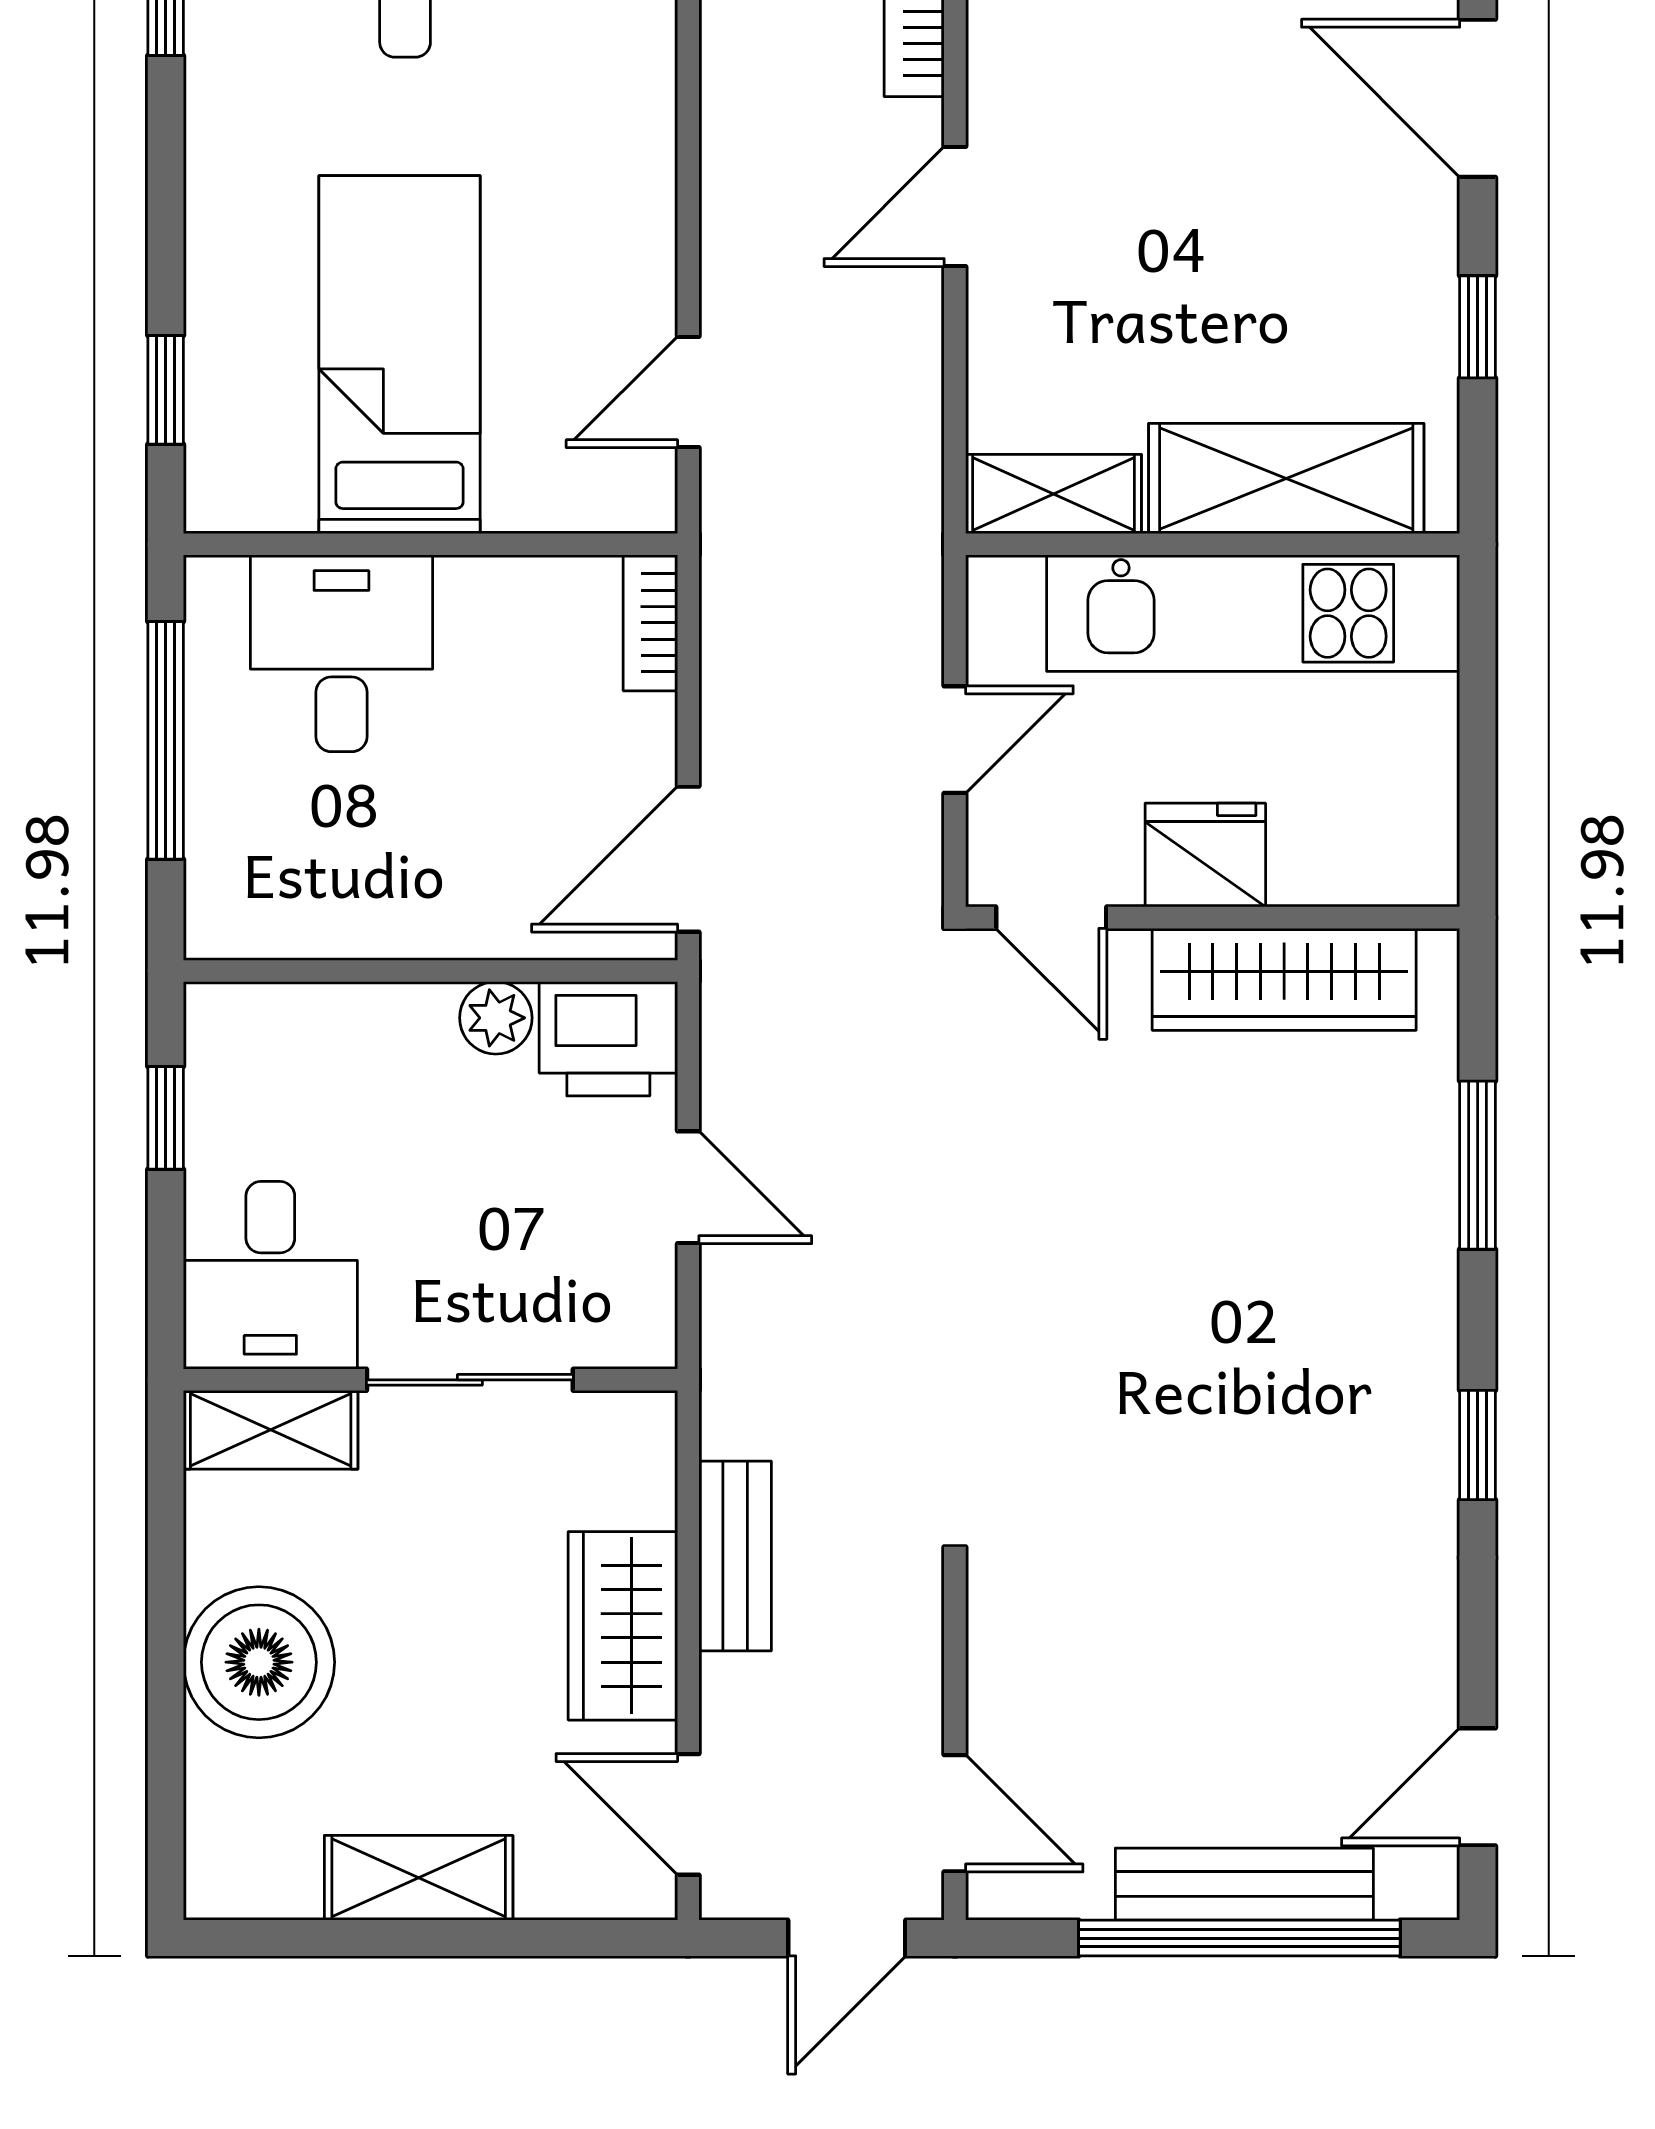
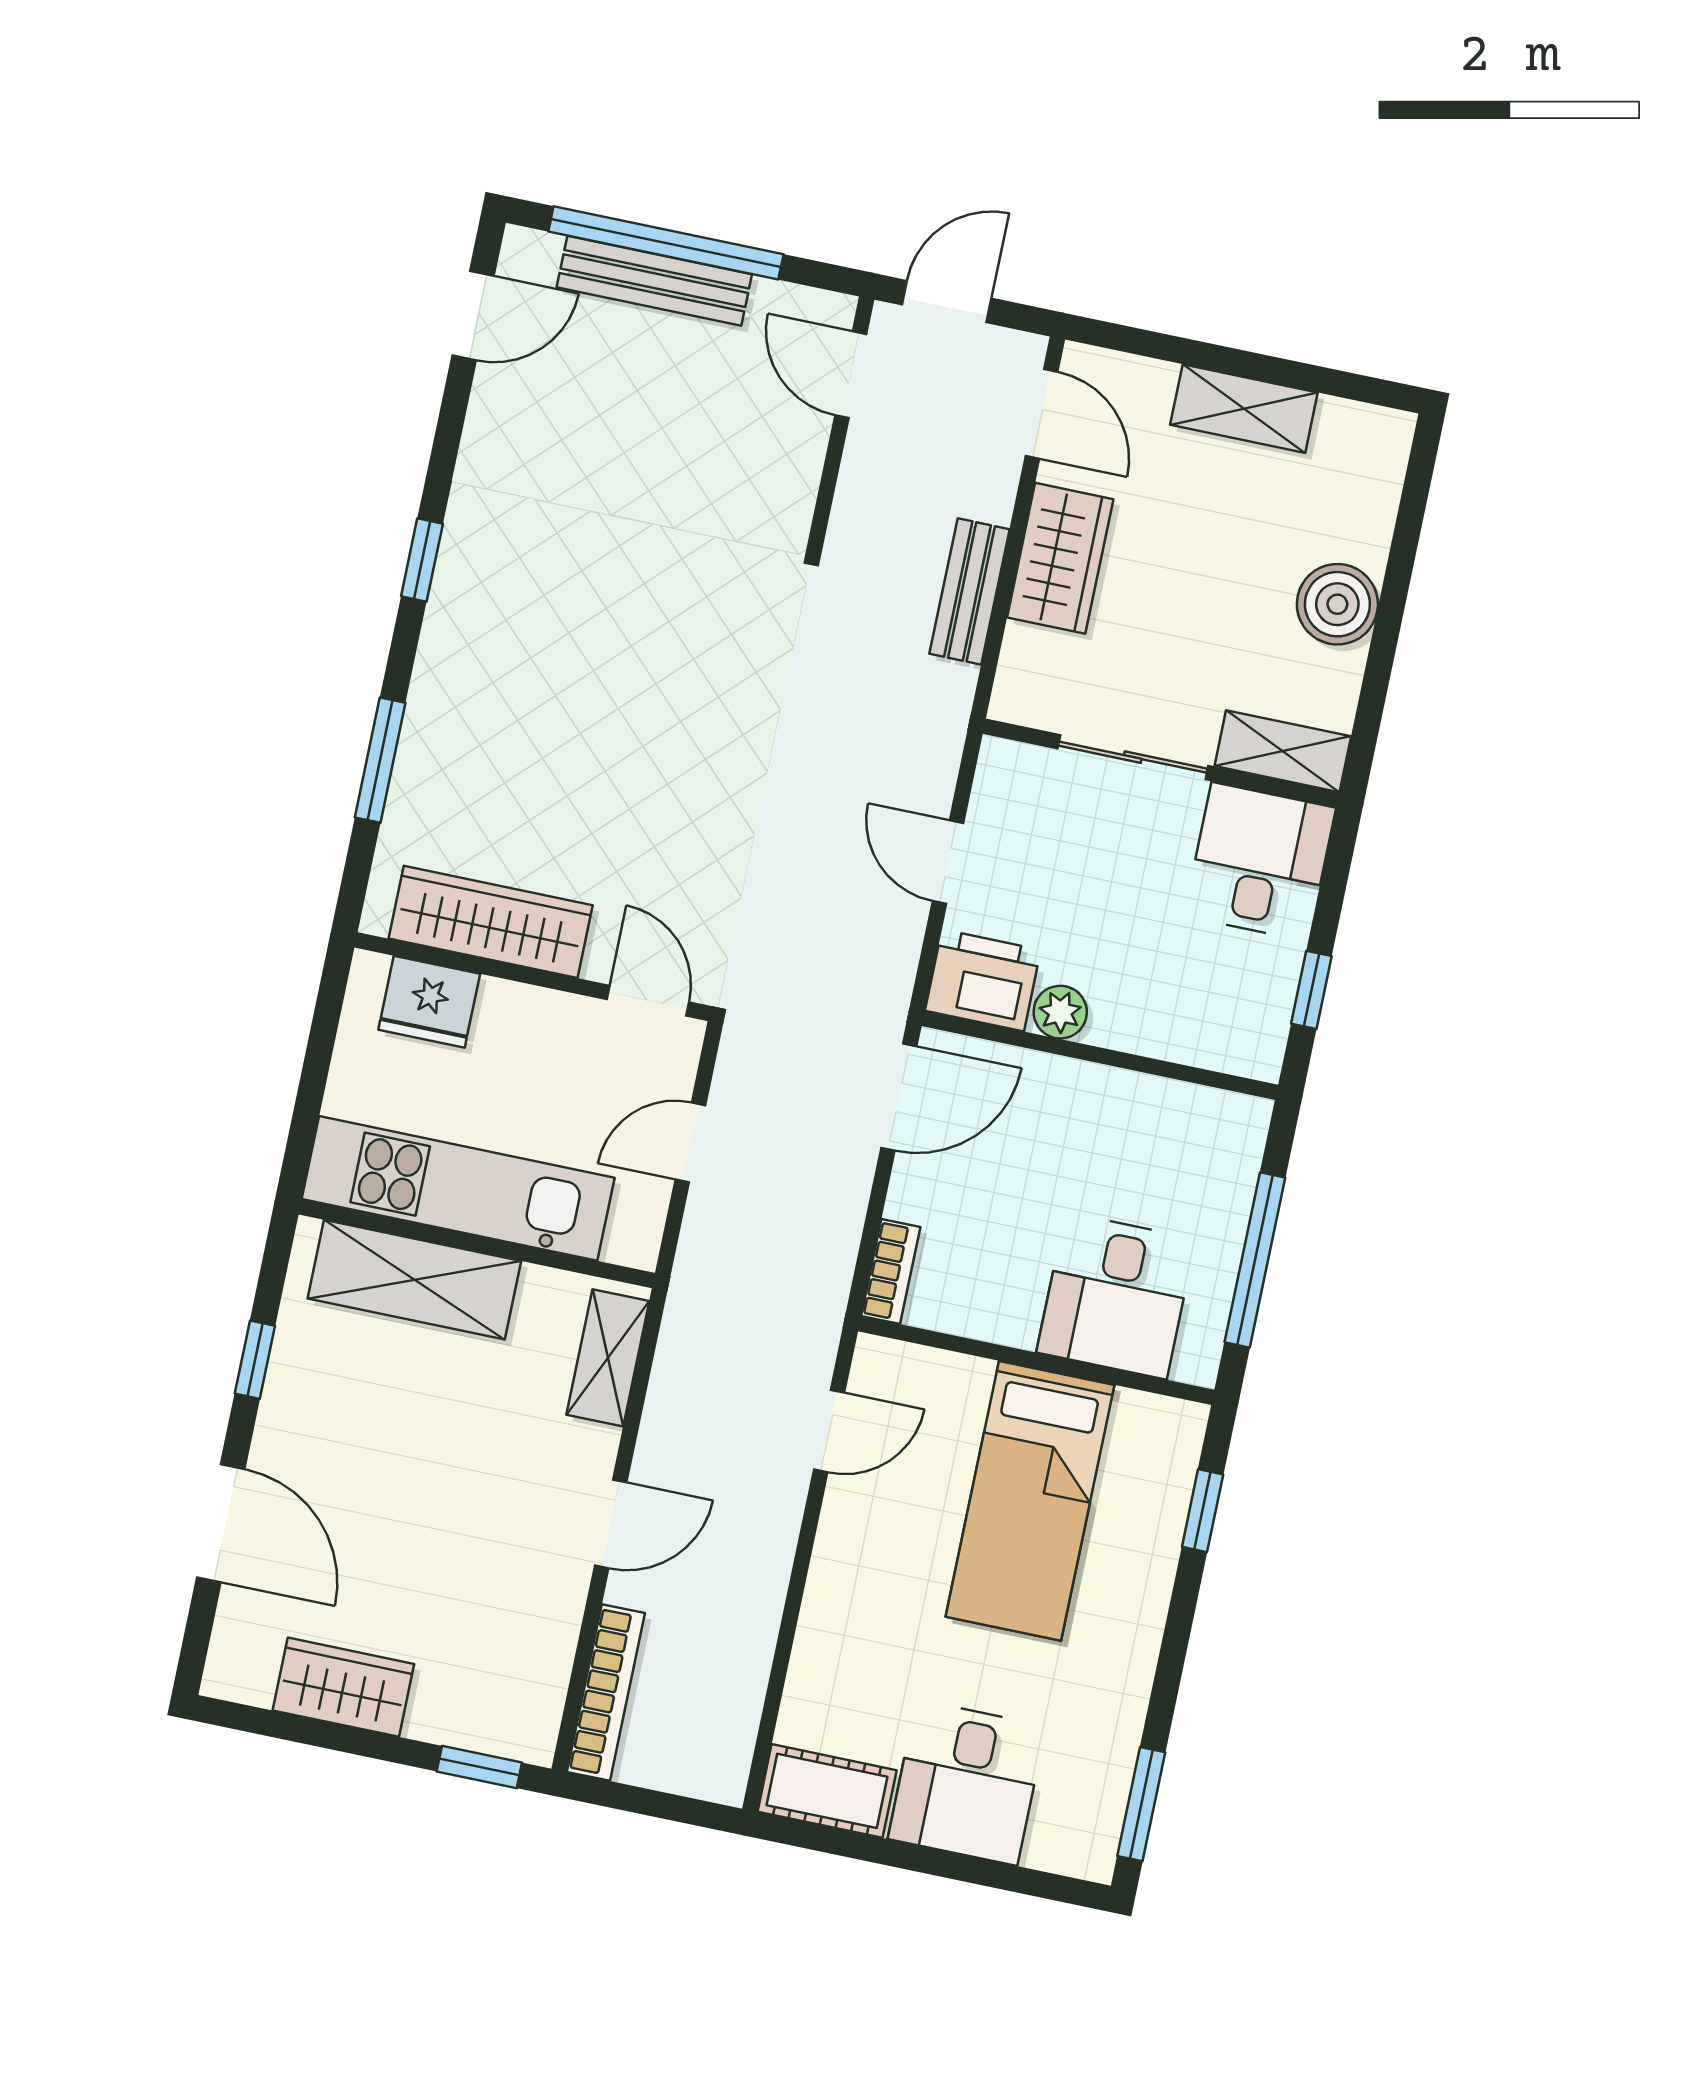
shelving: (1053, 494) -> (608, 1358), moved, turned 90
fridge: (1205, 855) -> (429, 1002), moved
boiler: (259, 1662) -> (1337, 604), width x0.73, depth x0.73

